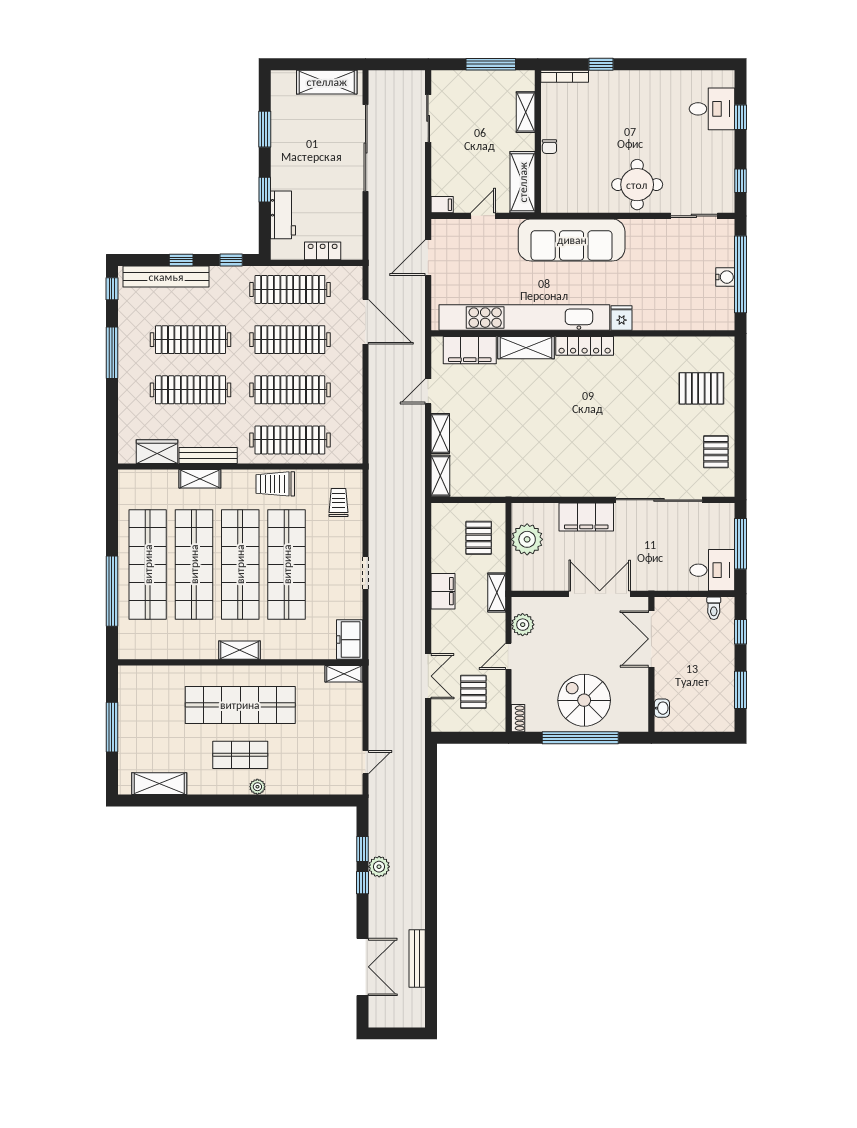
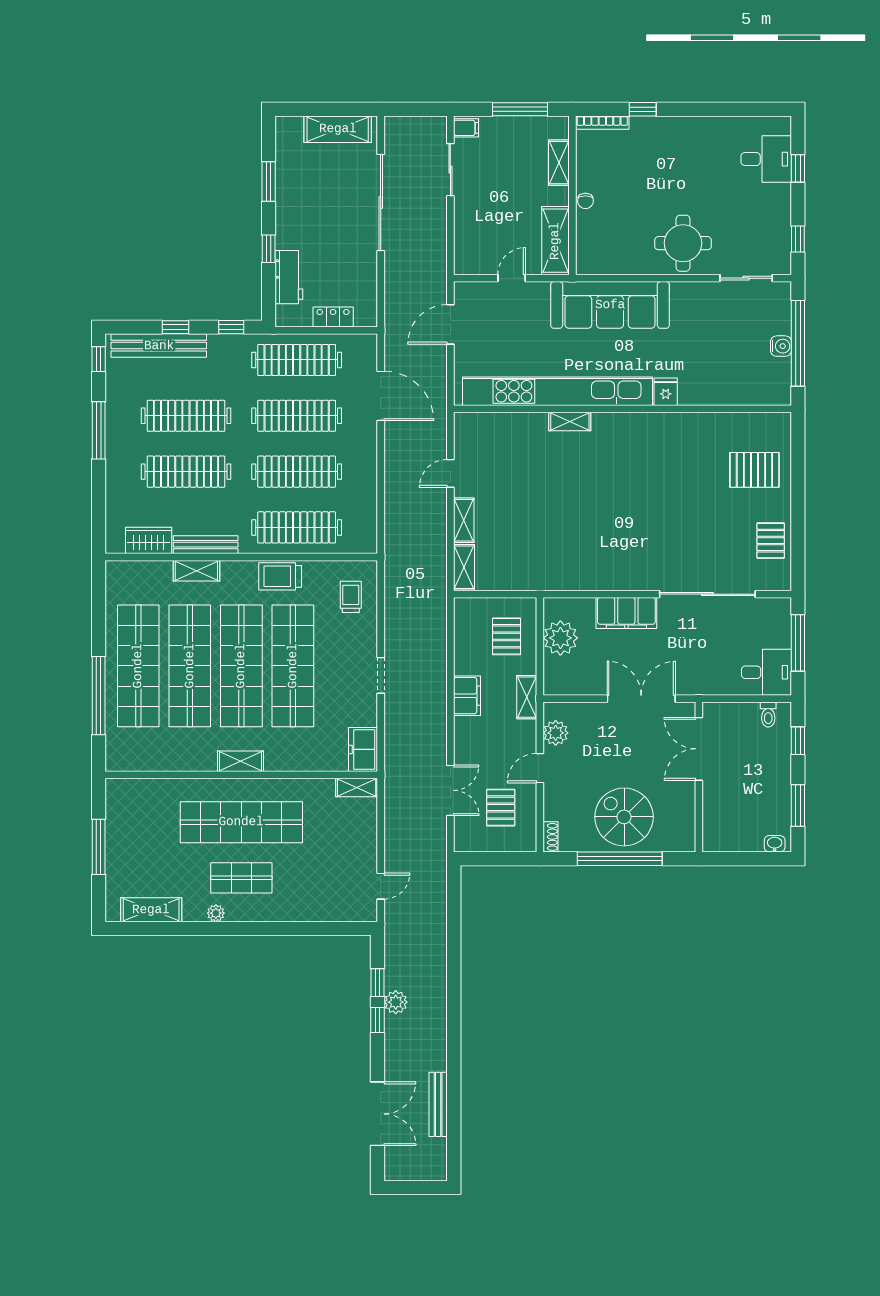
filing cabinet: (442, 205) -> (466, 128), moved
locker: (585, 346) -> (624, 423), removed
shelving: (526, 348) -> (570, 422), width x0.67, depth x0.75
filing cabinet: (470, 350) -> (497, 427), removed
washbasin: (662, 708) -> (775, 844), moved, turned -90
plant: (257, 787) -> (216, 913), moved

